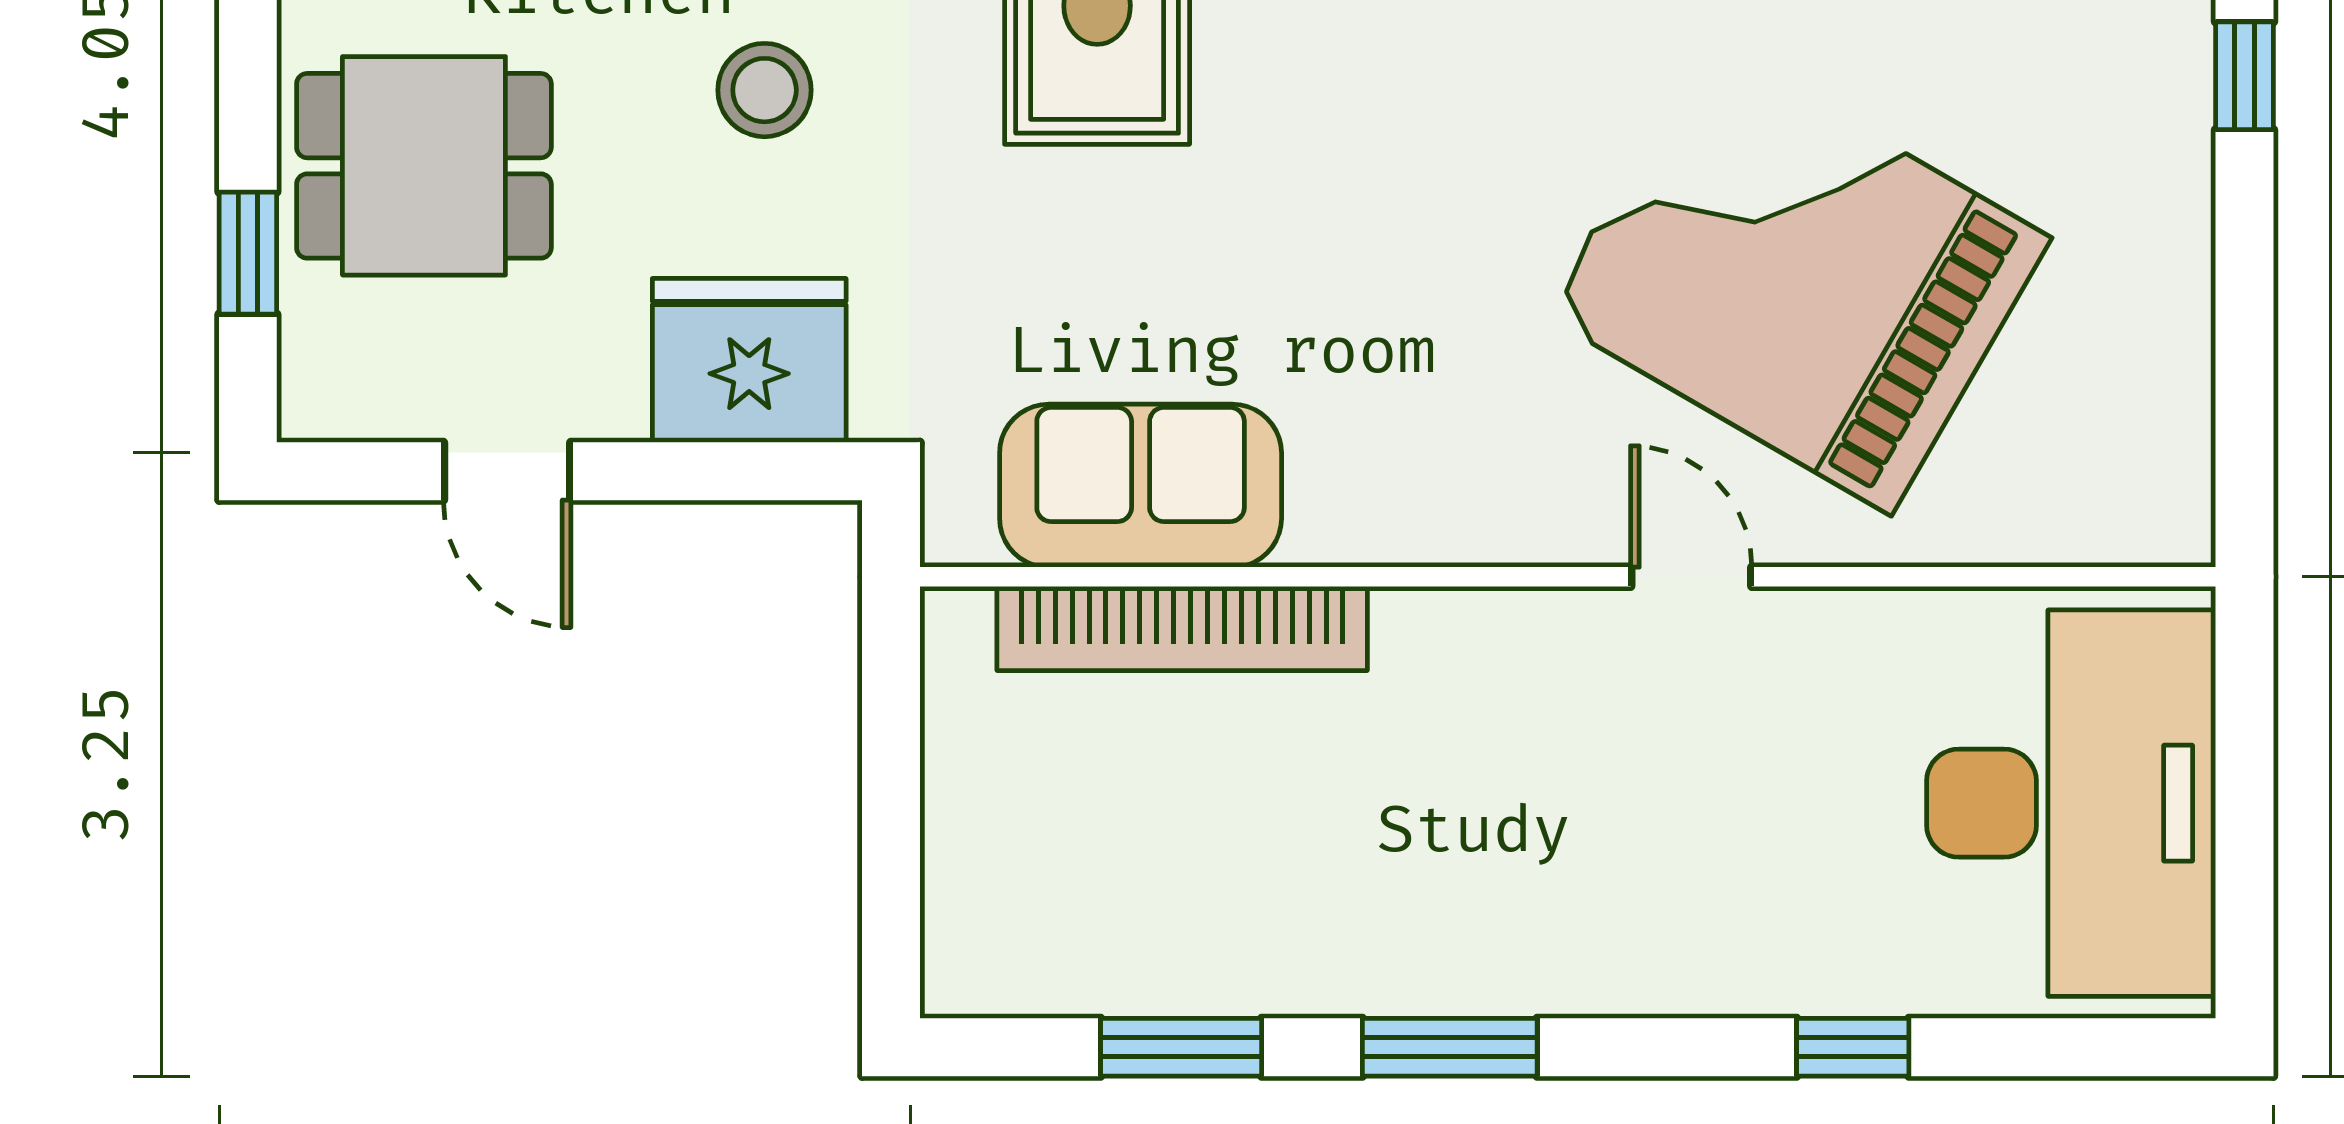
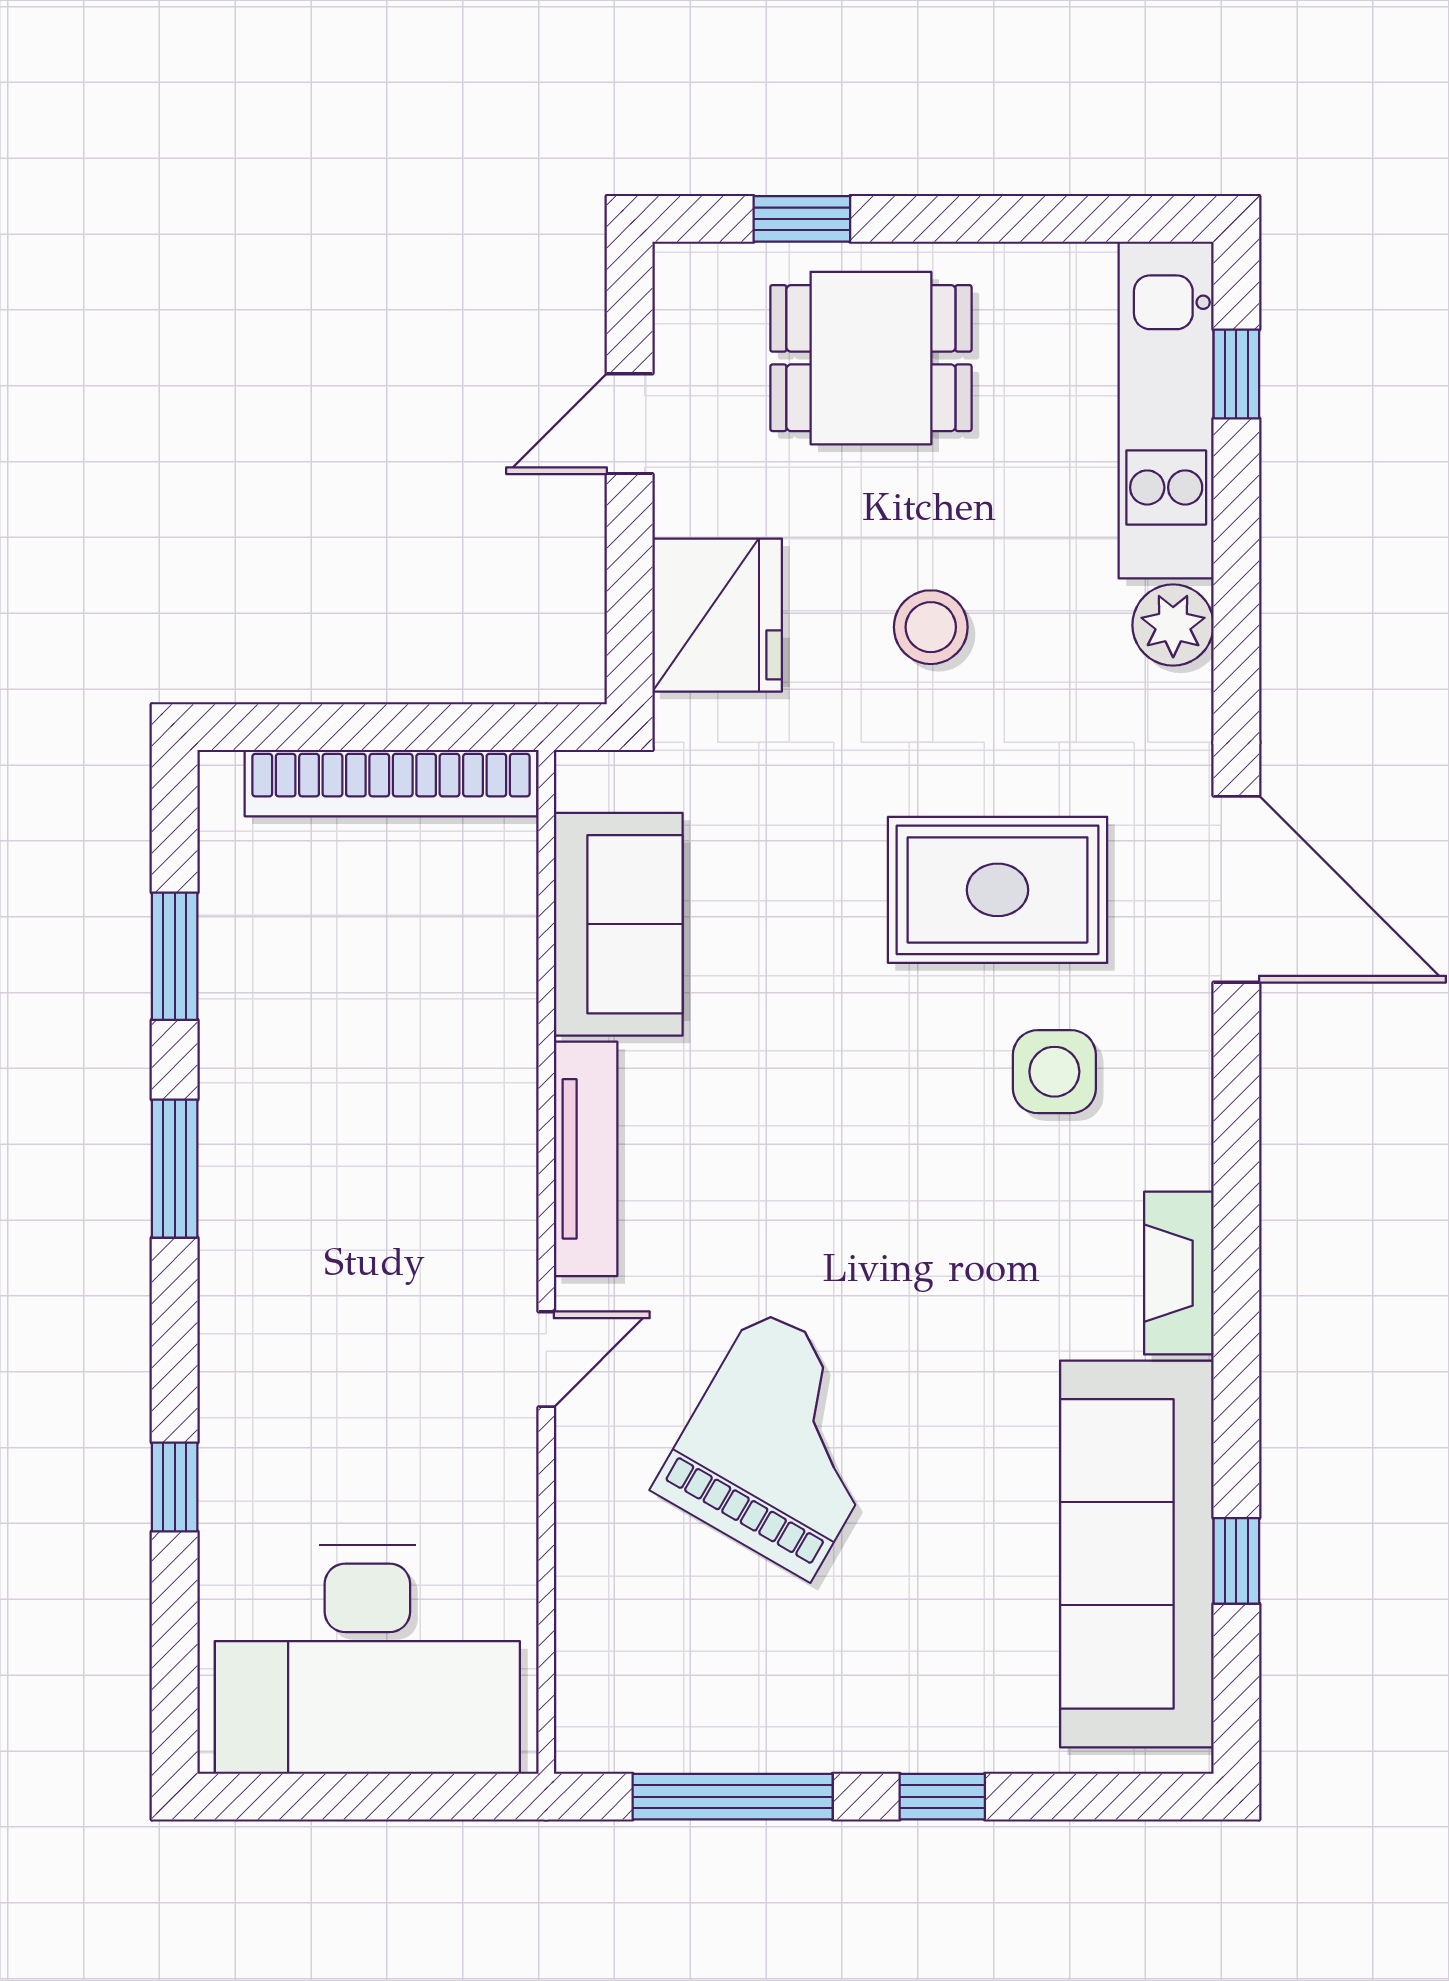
dining table: (424, 166) -> (871, 358), turned 90
grand piano: (1798, 277) -> (783, 1444), width x0.73, depth x0.68
window: (2245, 341) -> (733, 1797), added
tv unit: (1438, 527) -> (586, 1159), added
bookcase: (1182, 628) -> (391, 783), moved, turned -90

